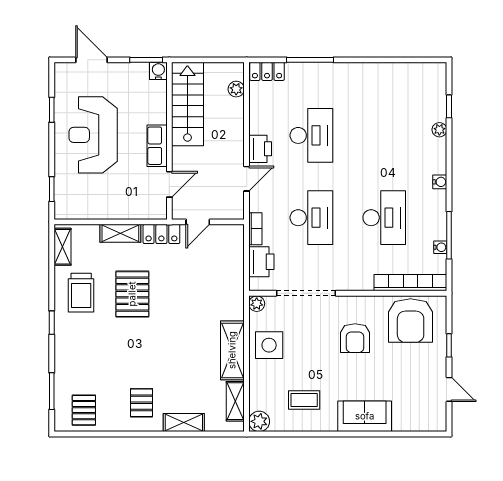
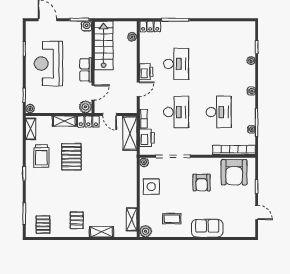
plant: (156, 209) -> (85, 107), added
plant: (62, 212) -> (30, 109), added
door: (198, 222) -> (110, 114), hinge flipped
shelving: (232, 350) -> (130, 133), moved

